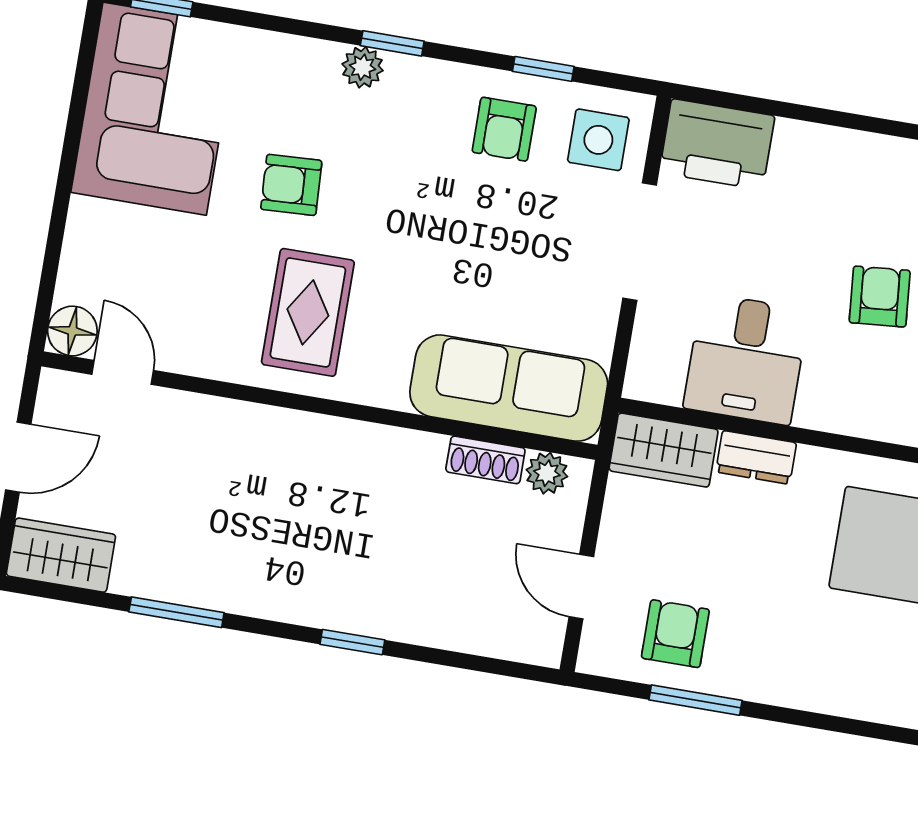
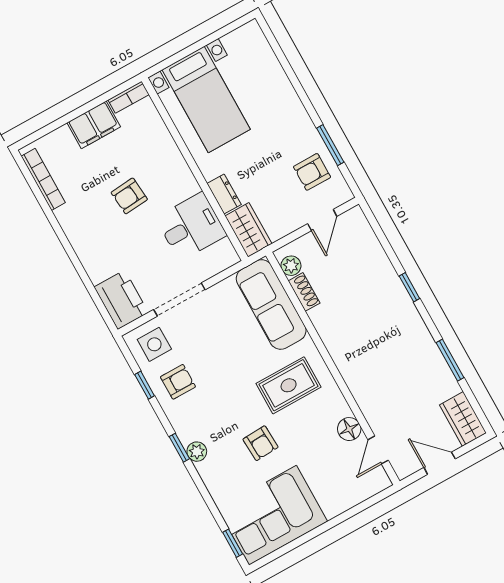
rug: (308, 312) -> (289, 385), moved
floor lamp: (72, 331) -> (349, 429), moved

